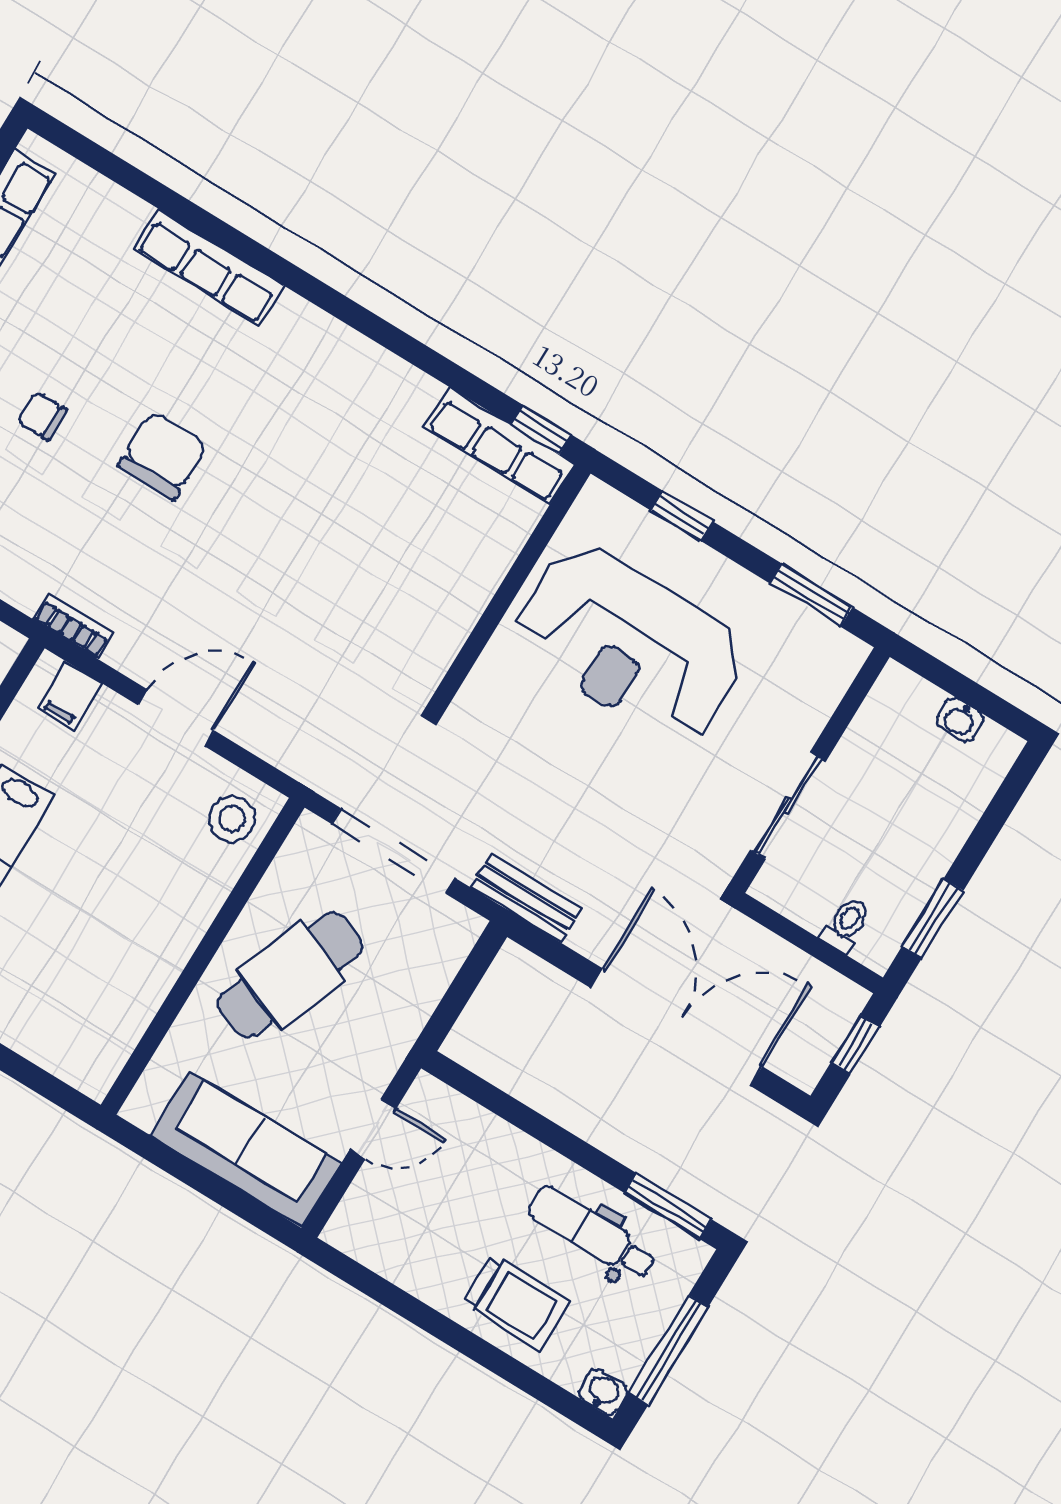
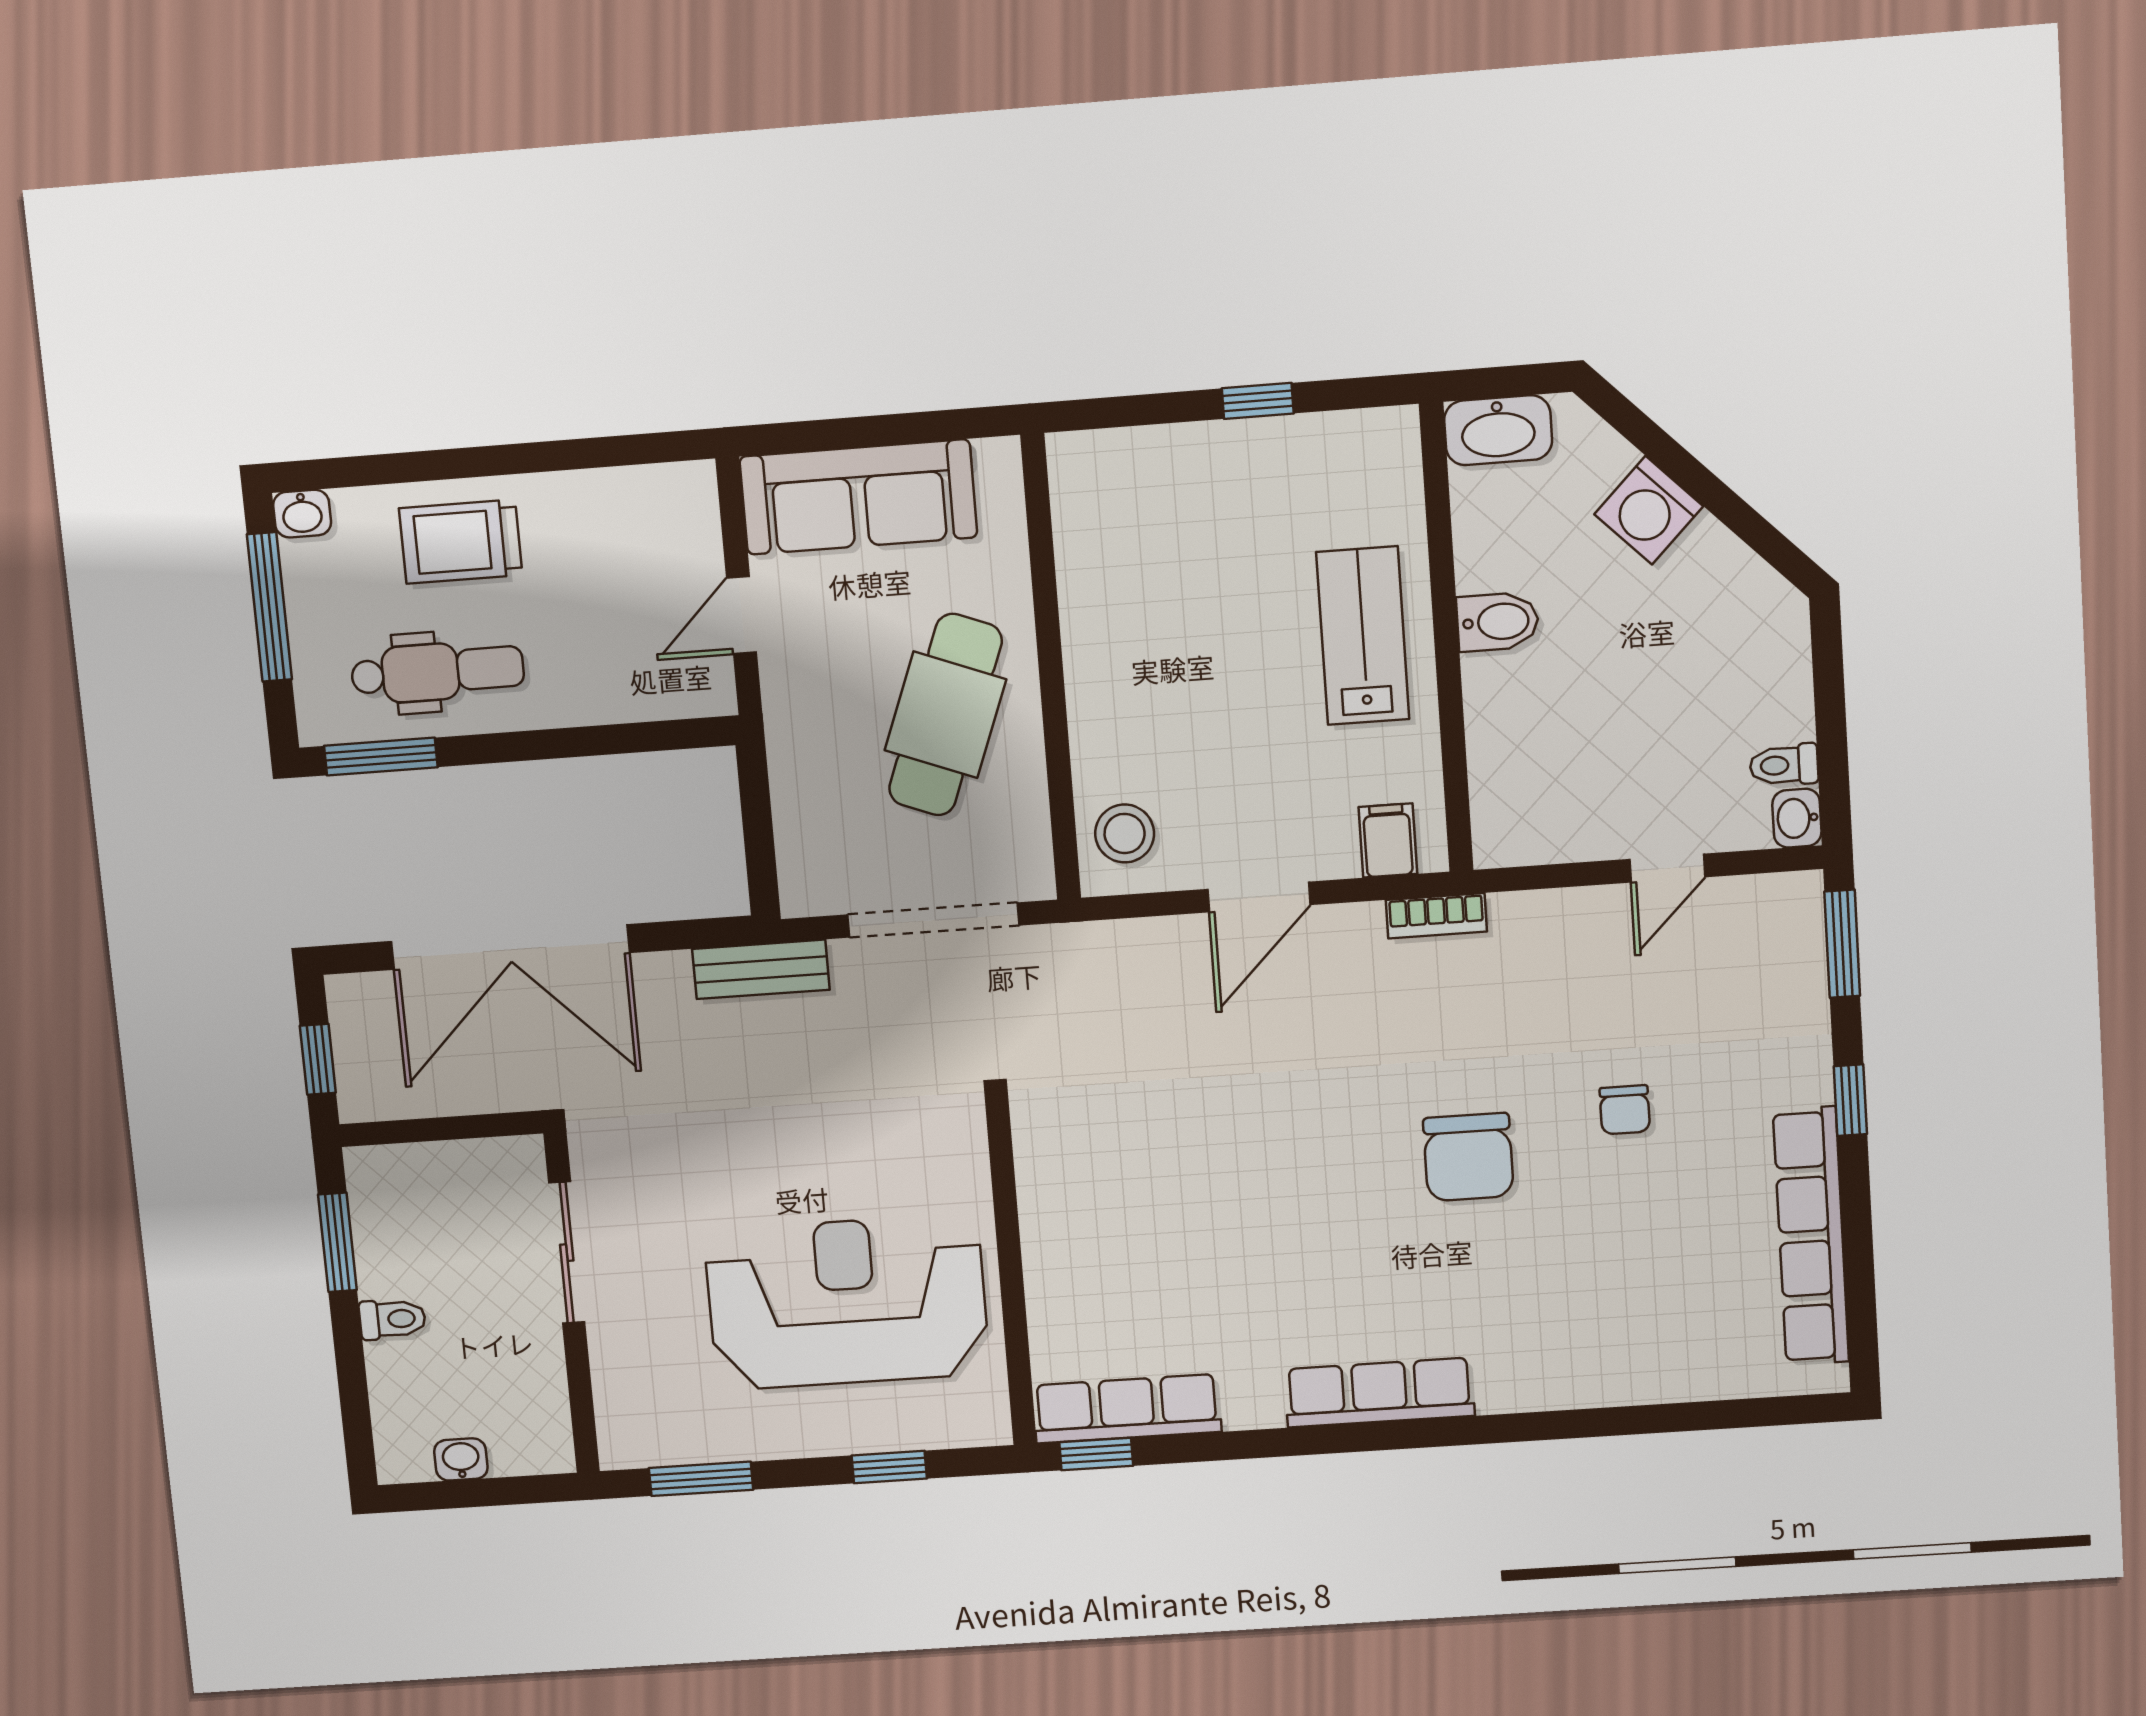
row of seats: (209, 268) -> (1379, 1393), moved
chair: (42, 416) -> (1625, 1110), turned 90
toilet: (846, 924) -> (392, 1319), moved, turned -90

